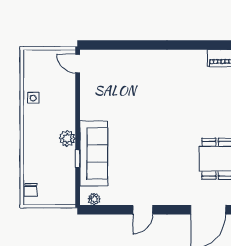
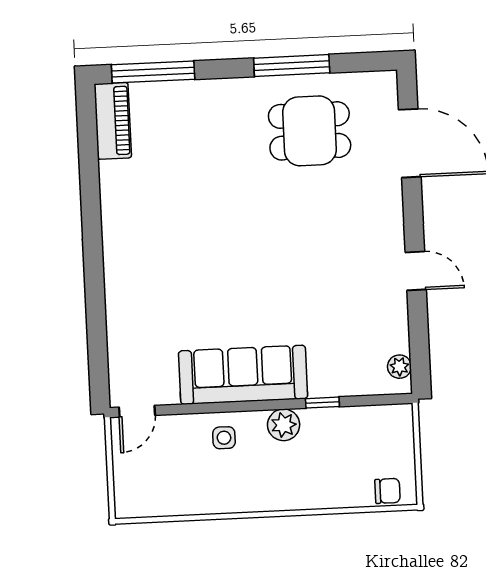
side table: (33, 98) -> (224, 438), moved
sofa: (94, 153) -> (243, 375), moved

